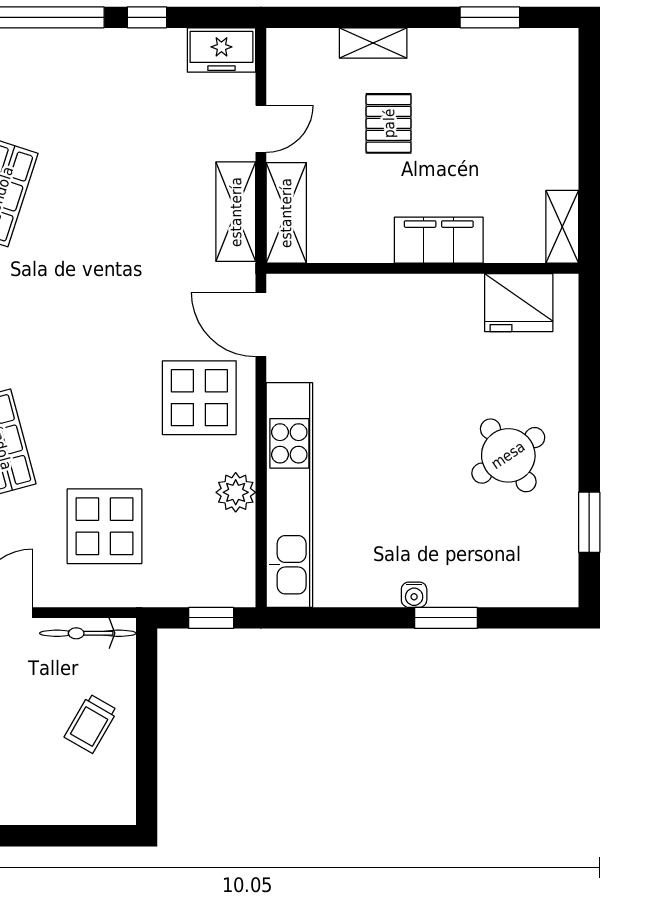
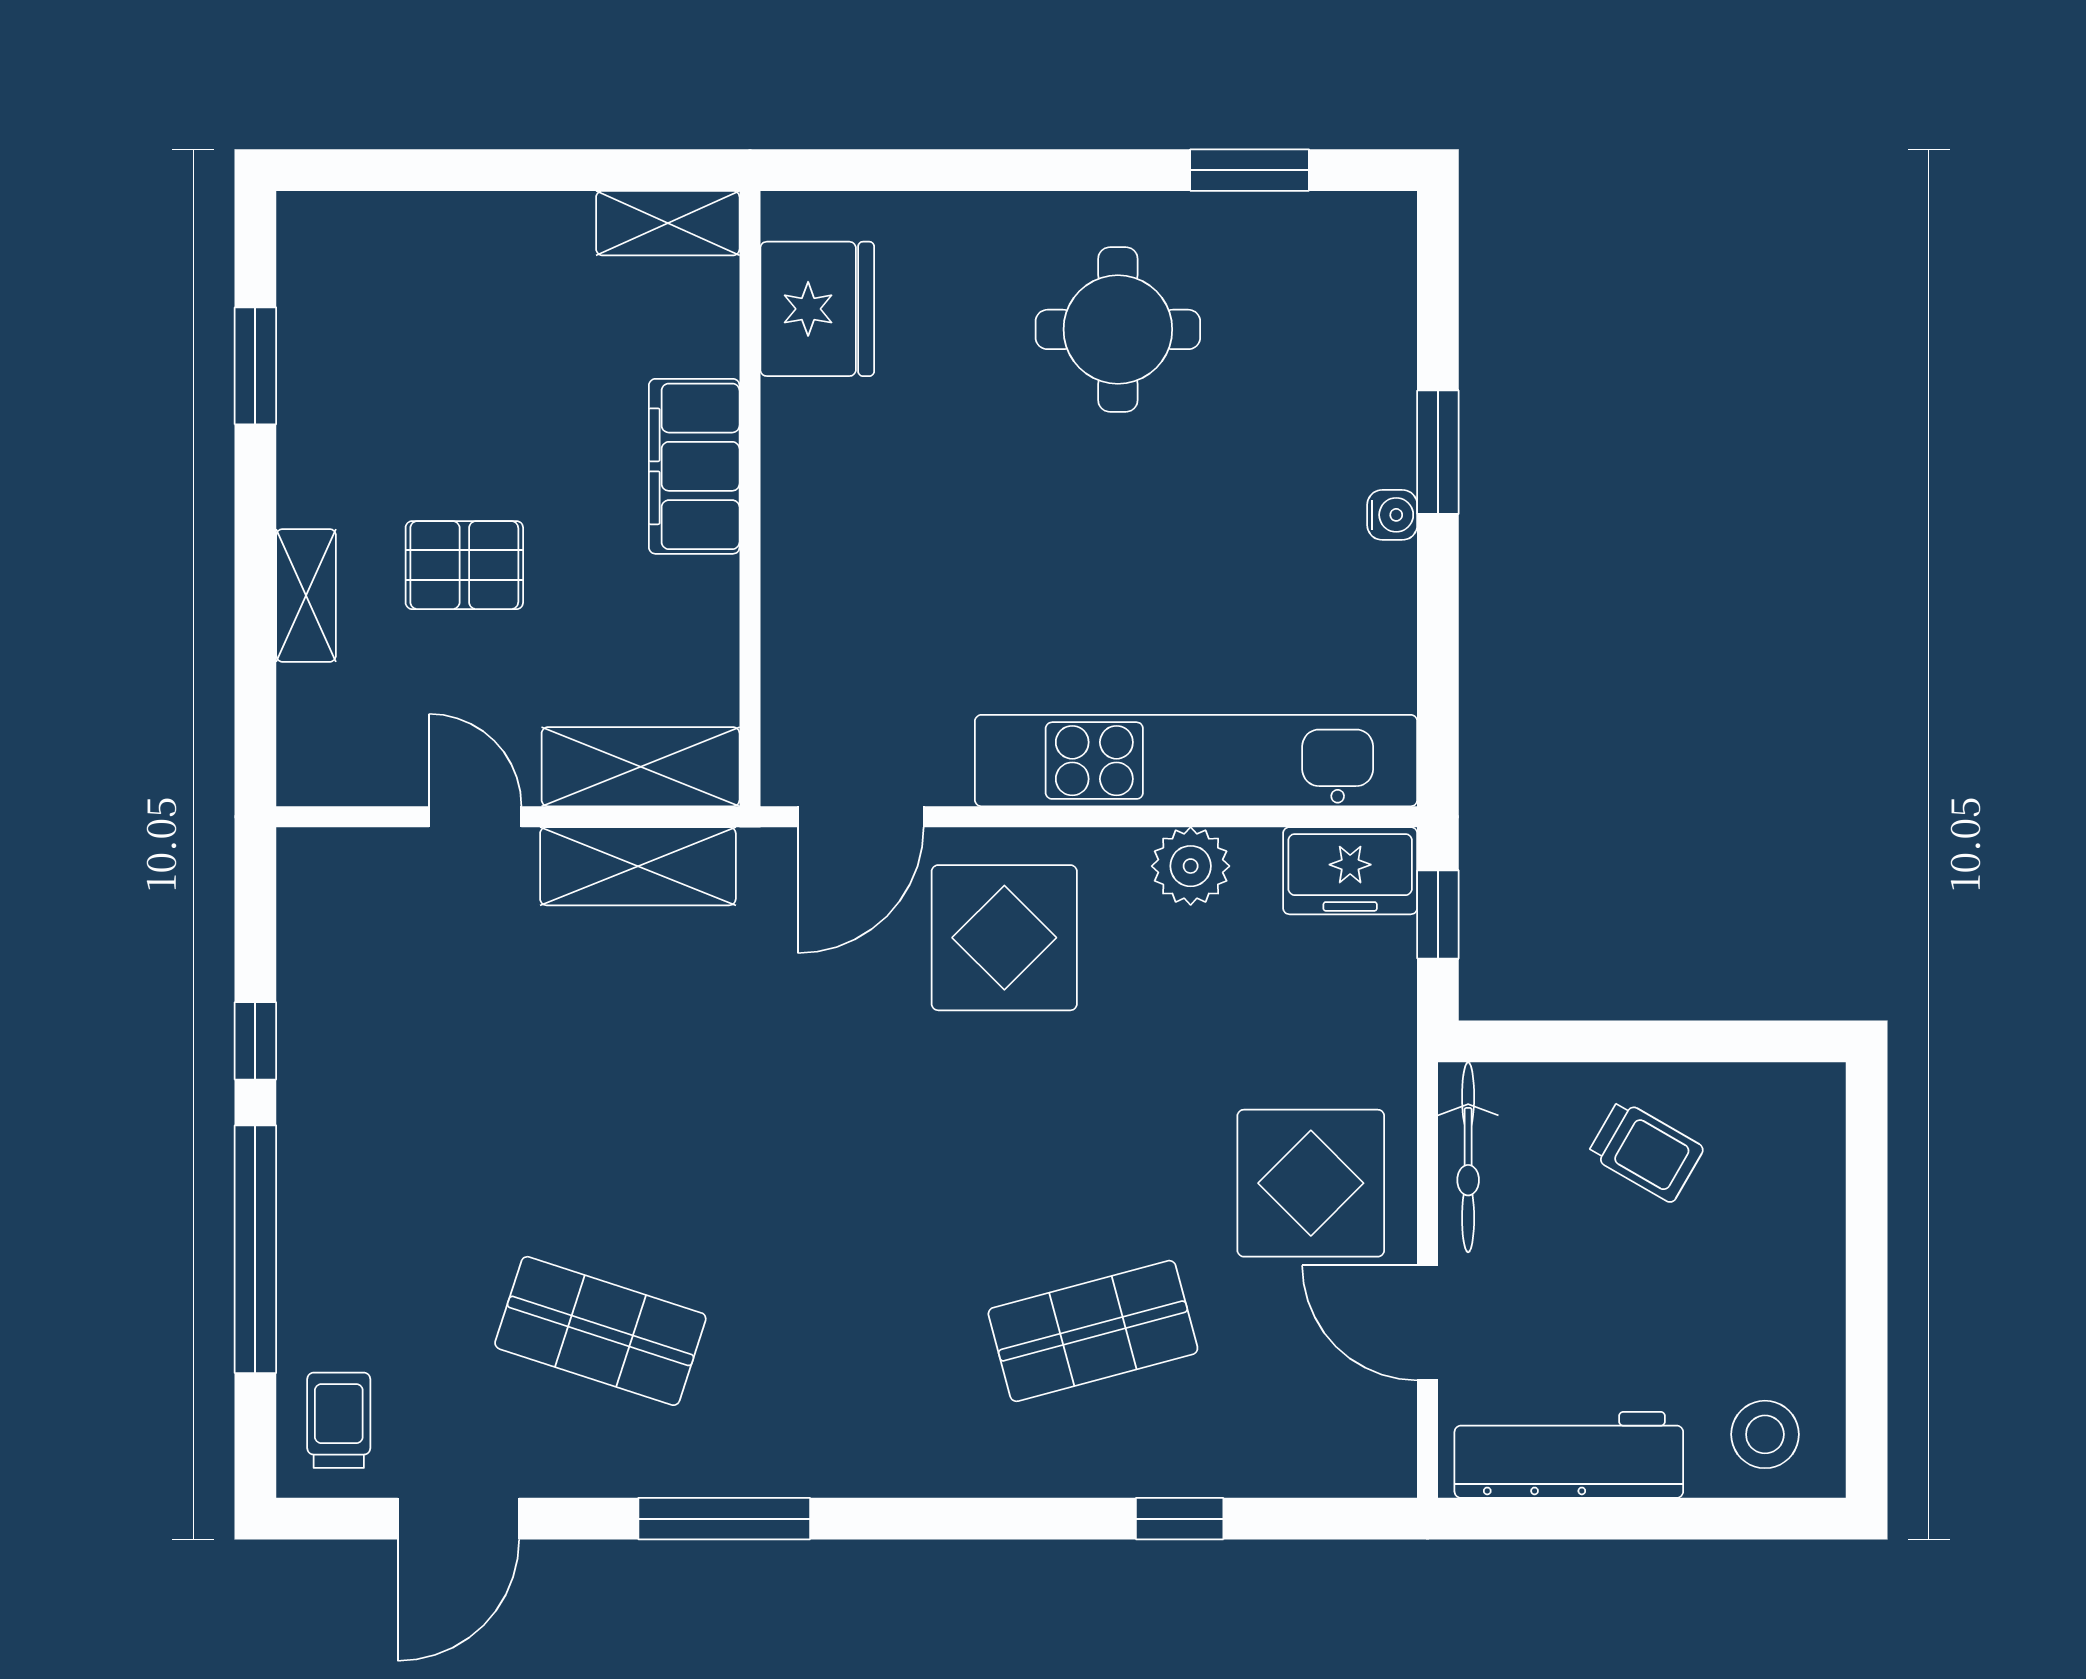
freezer: (221, 50) -> (1350, 871), moved, turned 90
round table: (508, 455) -> (1118, 329), turned 34
display table: (104, 526) -> (1311, 1183), moved

